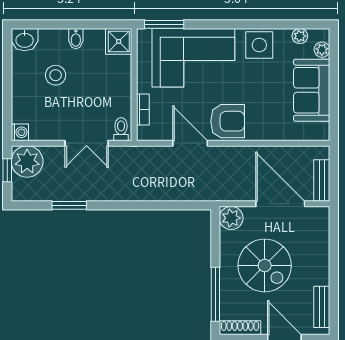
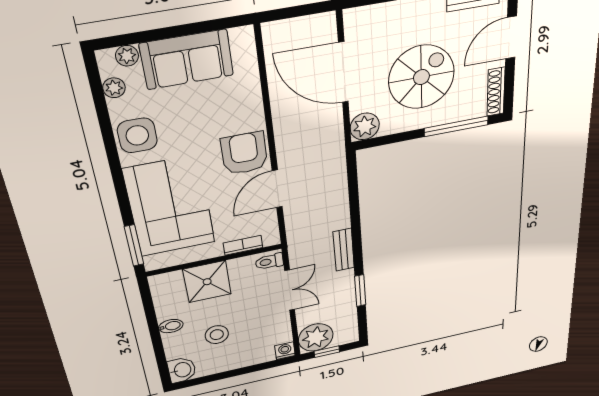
shower: (119, 41) -> (207, 282), moved, width x1.36, depth x1.36
bench: (322, 181) -> (344, 250), moved, turned 90
door: (280, 204) -> (343, 72), hinge flipped

